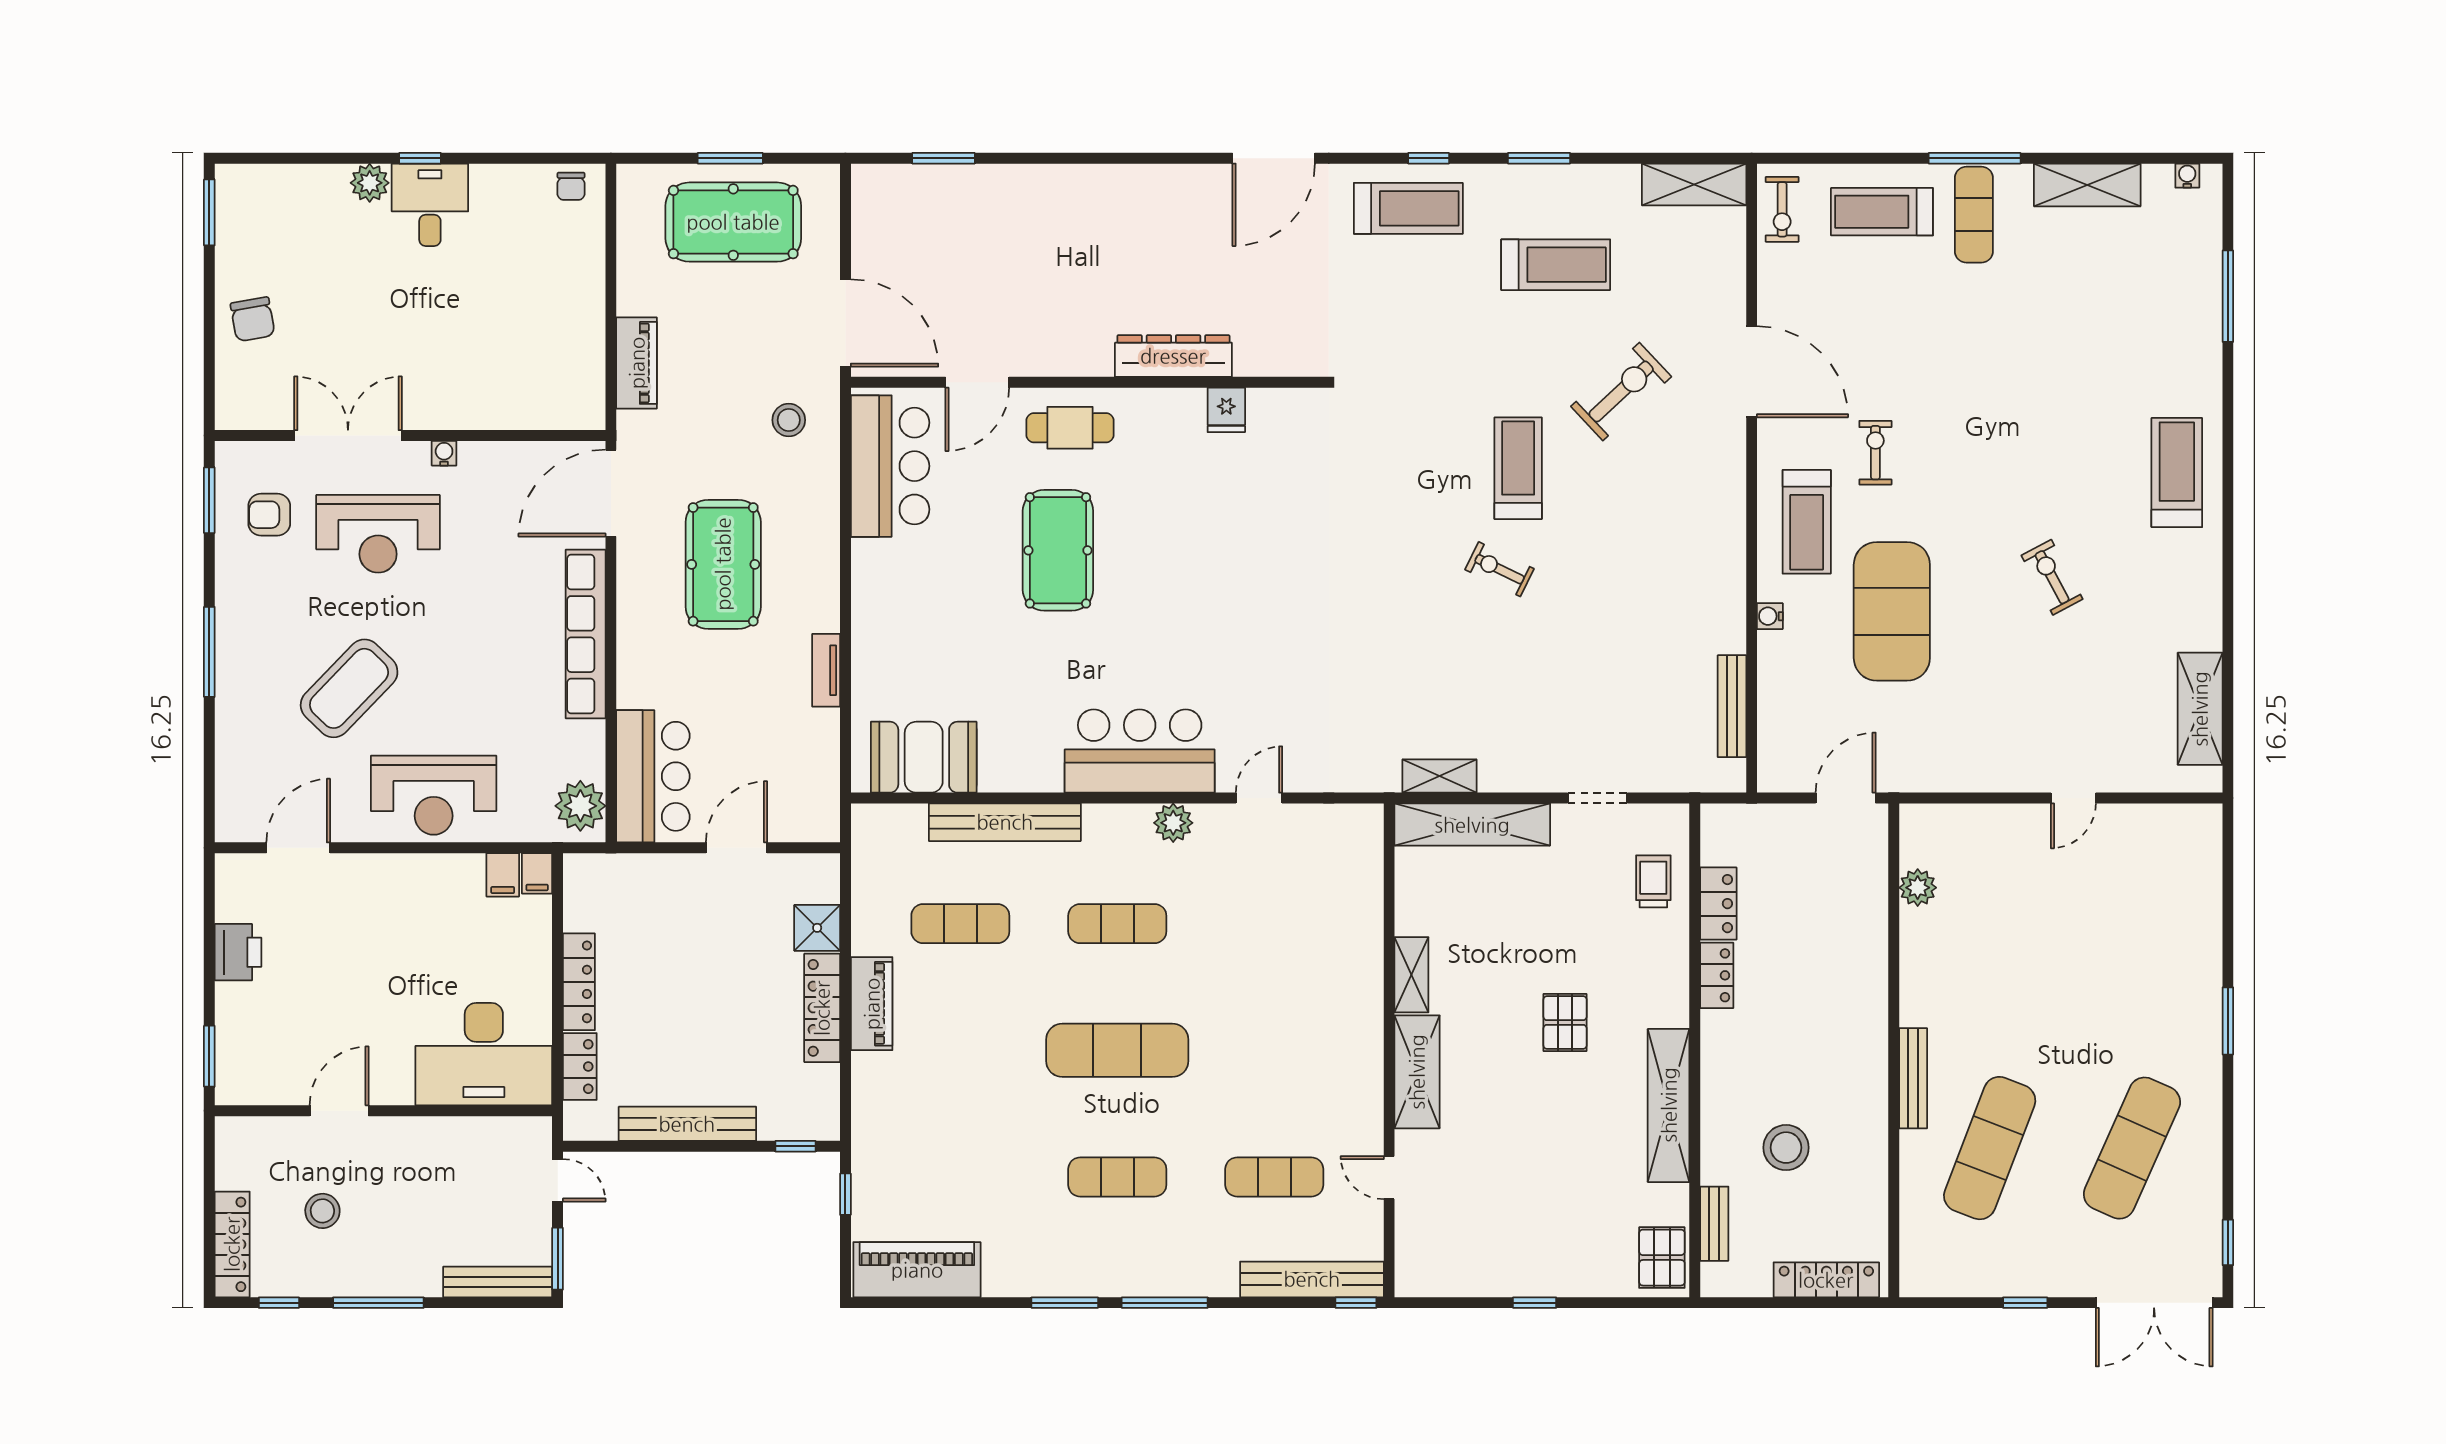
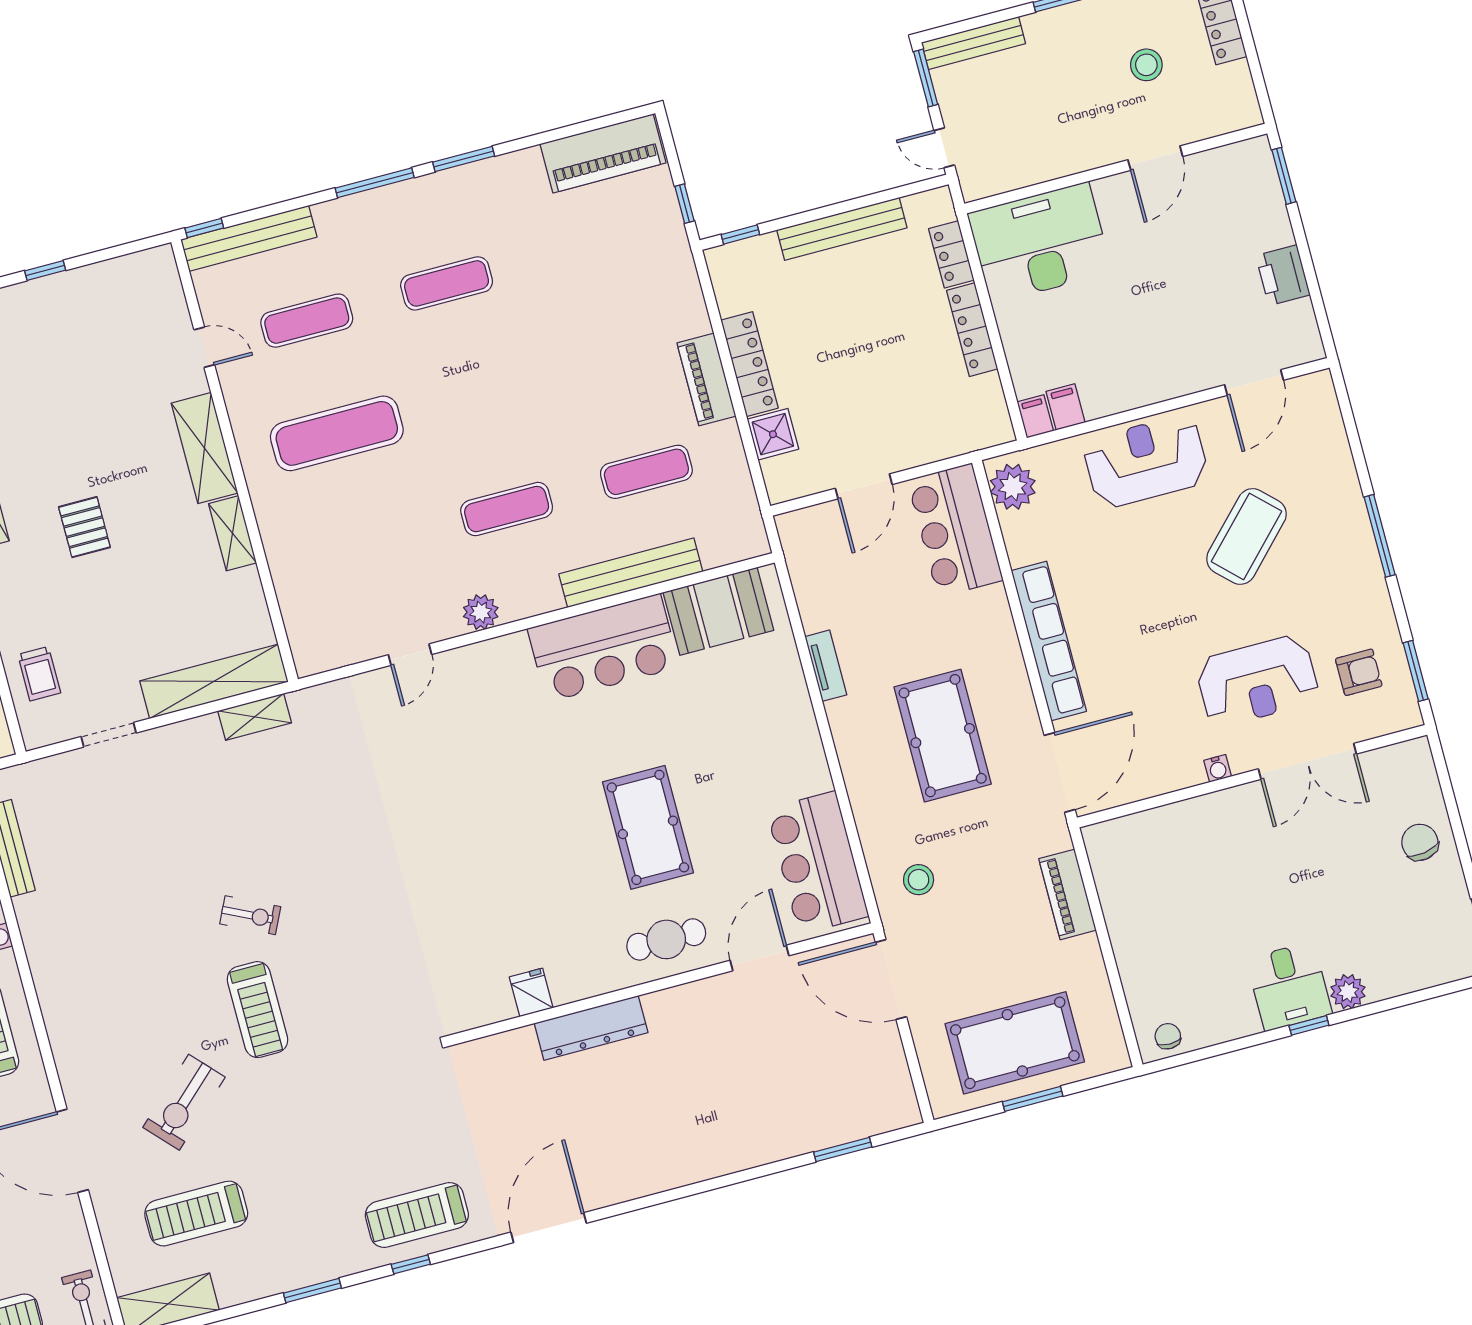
treadmill: (1556, 265) -> (196, 1214), moved
reception desk: (378, 534) -> (1257, 681), turned 180
bar counter: (1140, 751) -> (604, 648), moved
exercise mat: (1117, 1050) -> (337, 433), moved

